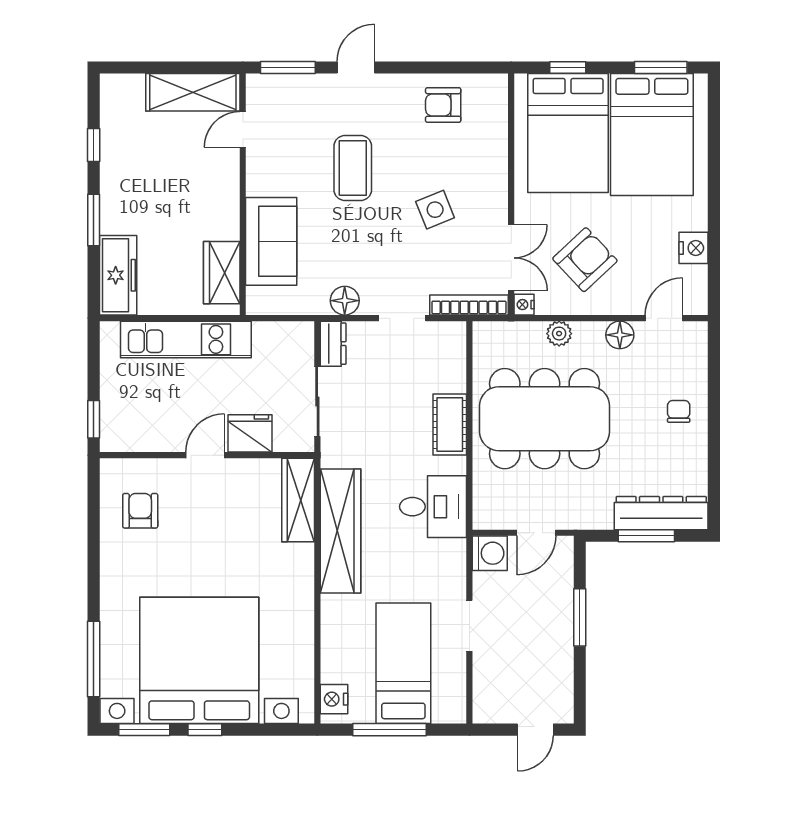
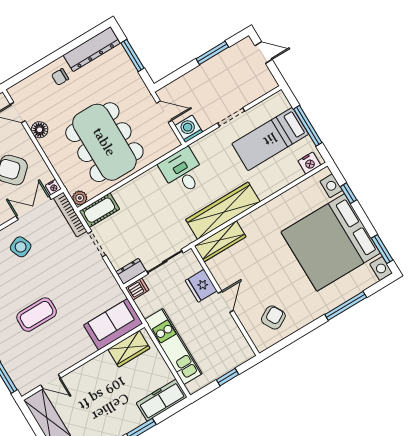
side table: (435, 210) -> (21, 247), moved
sofa: (271, 241) -> (113, 324), moved
floor lamp: (345, 301) -> (106, 278), removed
plant: (559, 334) -> (80, 198), moved
dishwasher: (302, 337) -> (137, 289), added
window: (94, 419) -> (227, 377), moved
cot: (450, 425) -> (99, 210), moved
door: (205, 455) -> (226, 302), swing flipped
armchair: (140, 511) -> (273, 318), turned 151
dresser: (661, 513) -> (92, 49), moved, turned -90
window: (580, 617) -> (212, 53), moved
window: (94, 659) -> (346, 306), moved
window: (205, 730) -> (348, 193), moved

